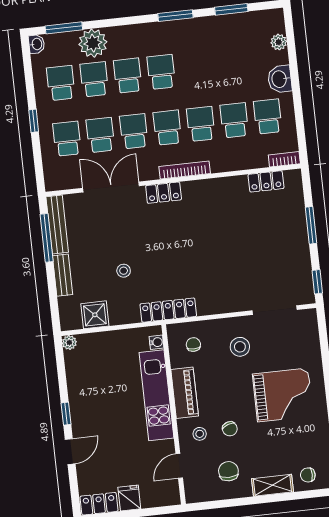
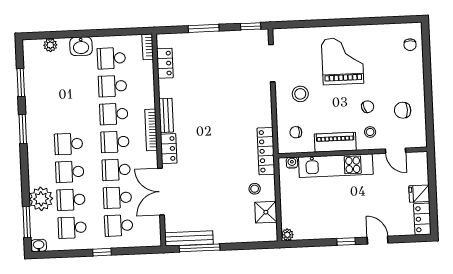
stool: (124, 271) -> (255, 189), moved
bench: (62, 275) -> (166, 115), moved, turned 90
shelving: (272, 485) -> (417, 75), removed

